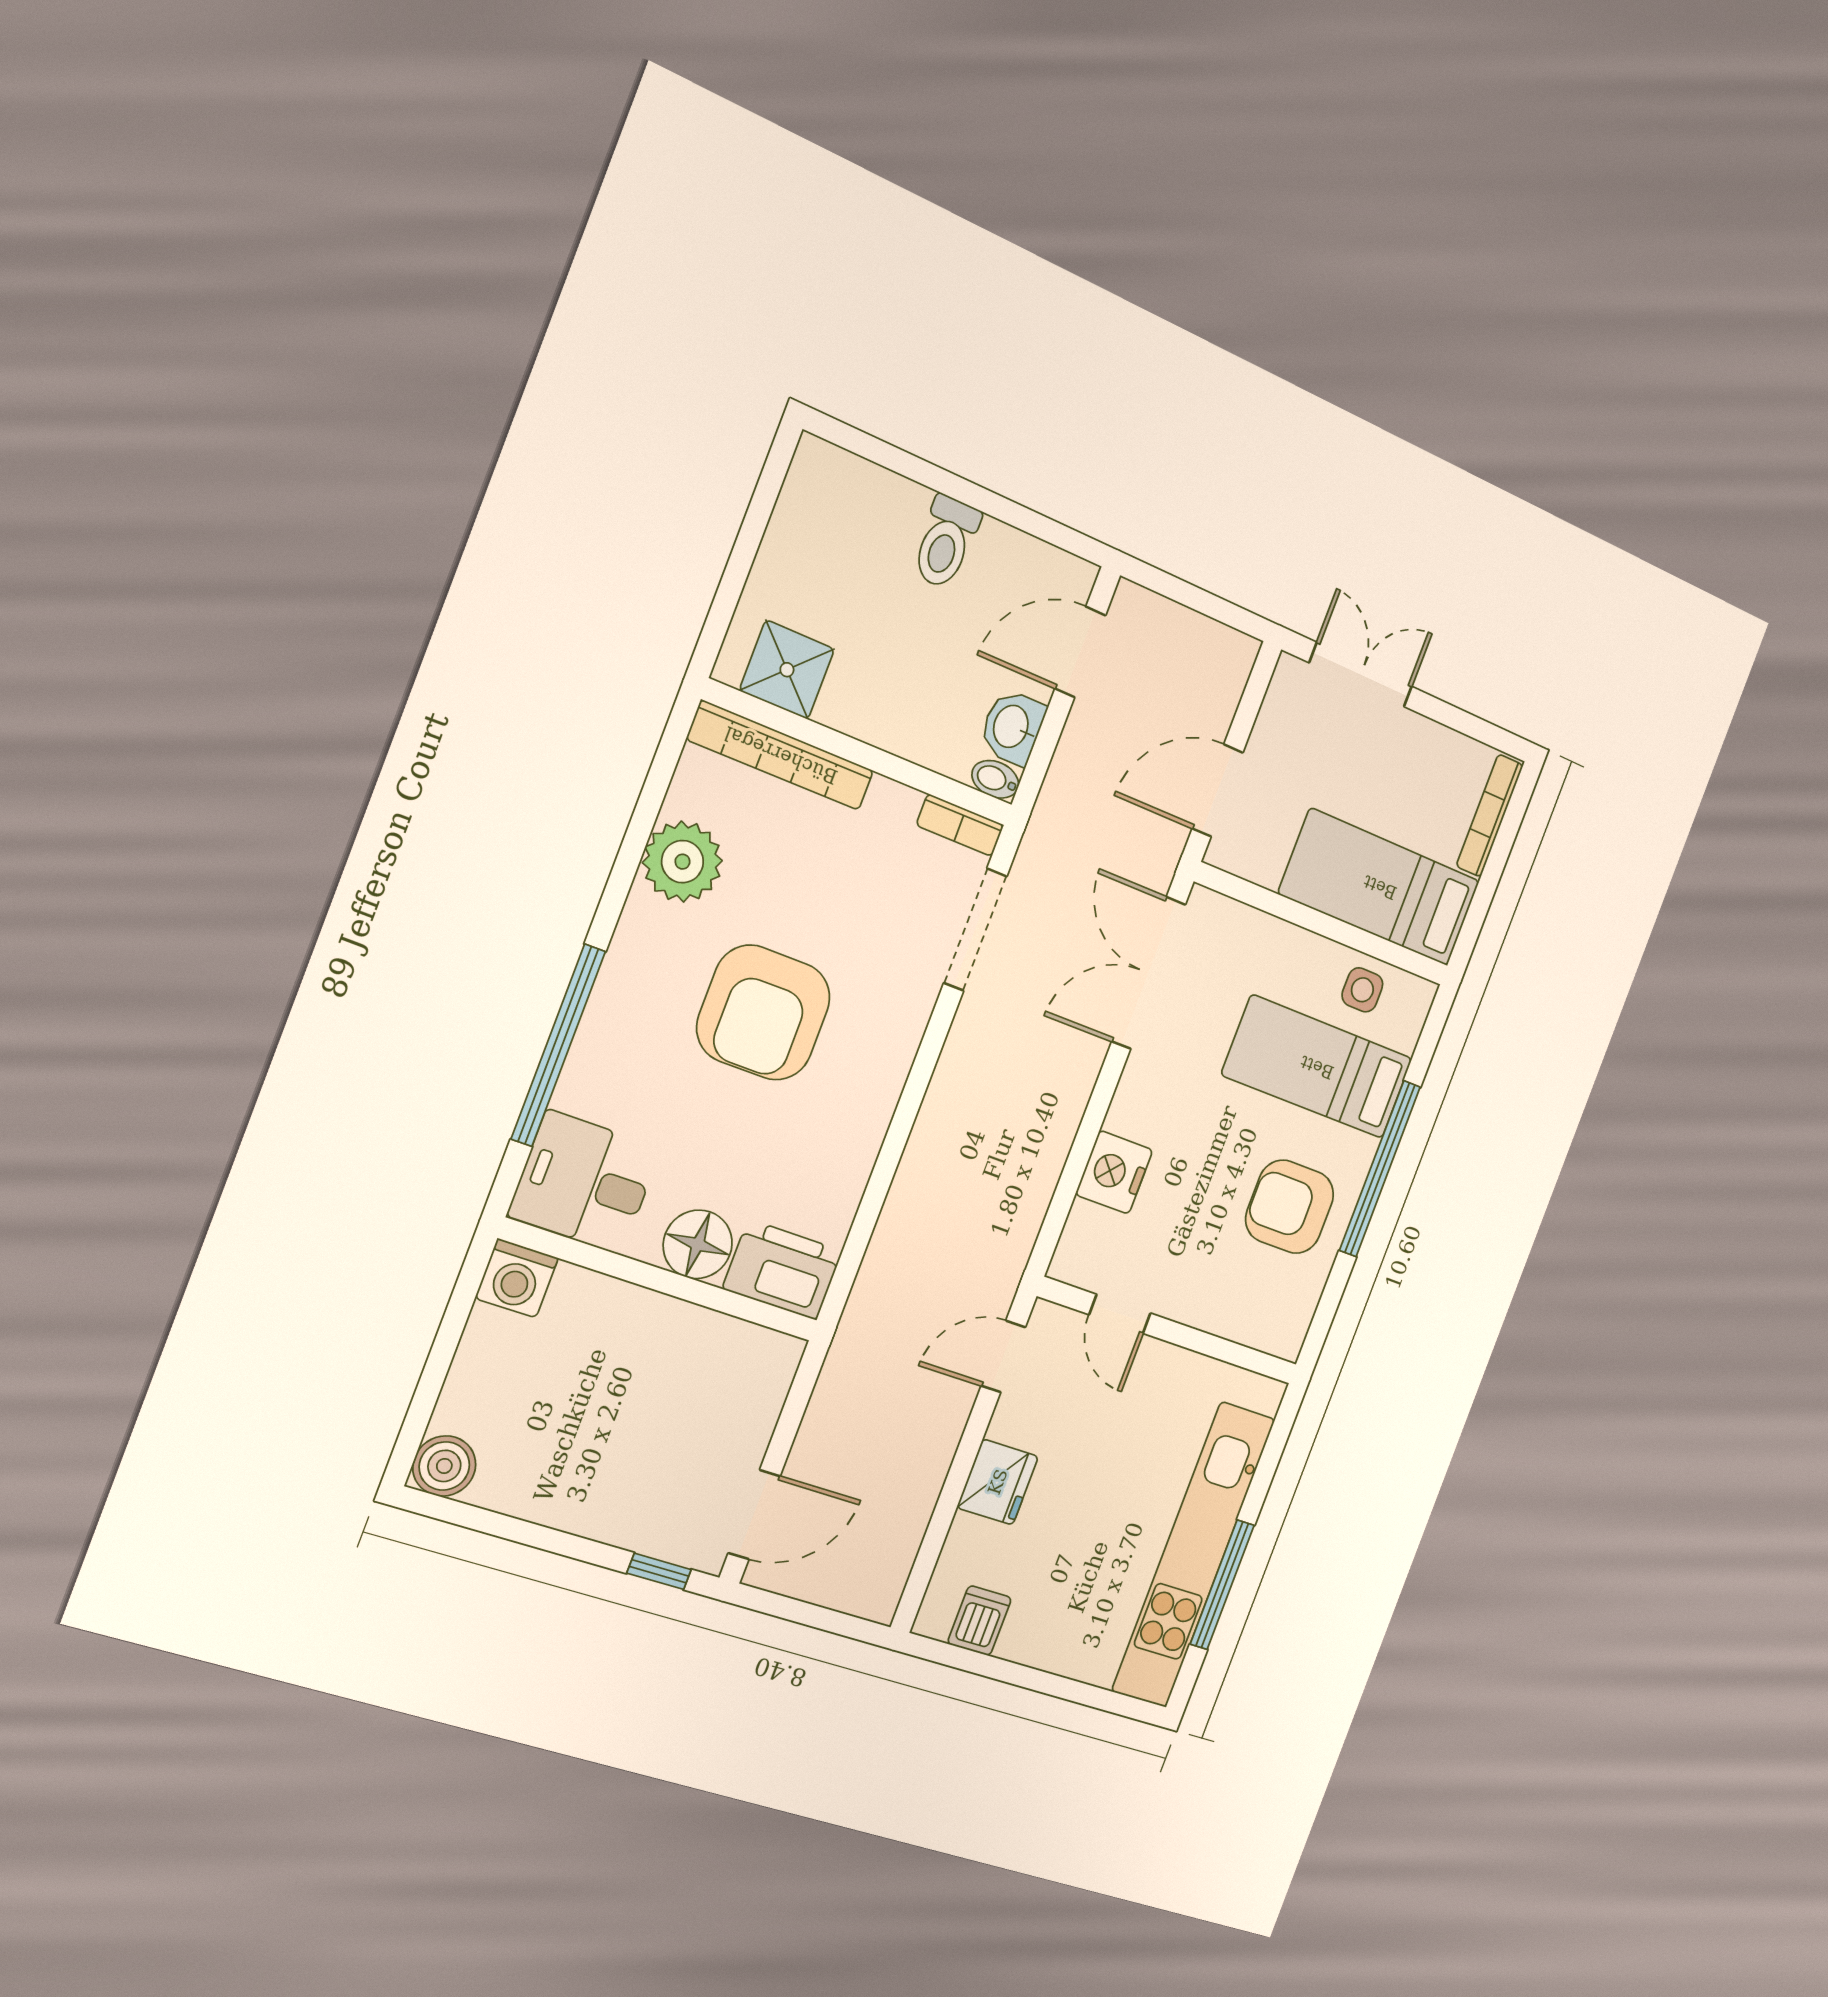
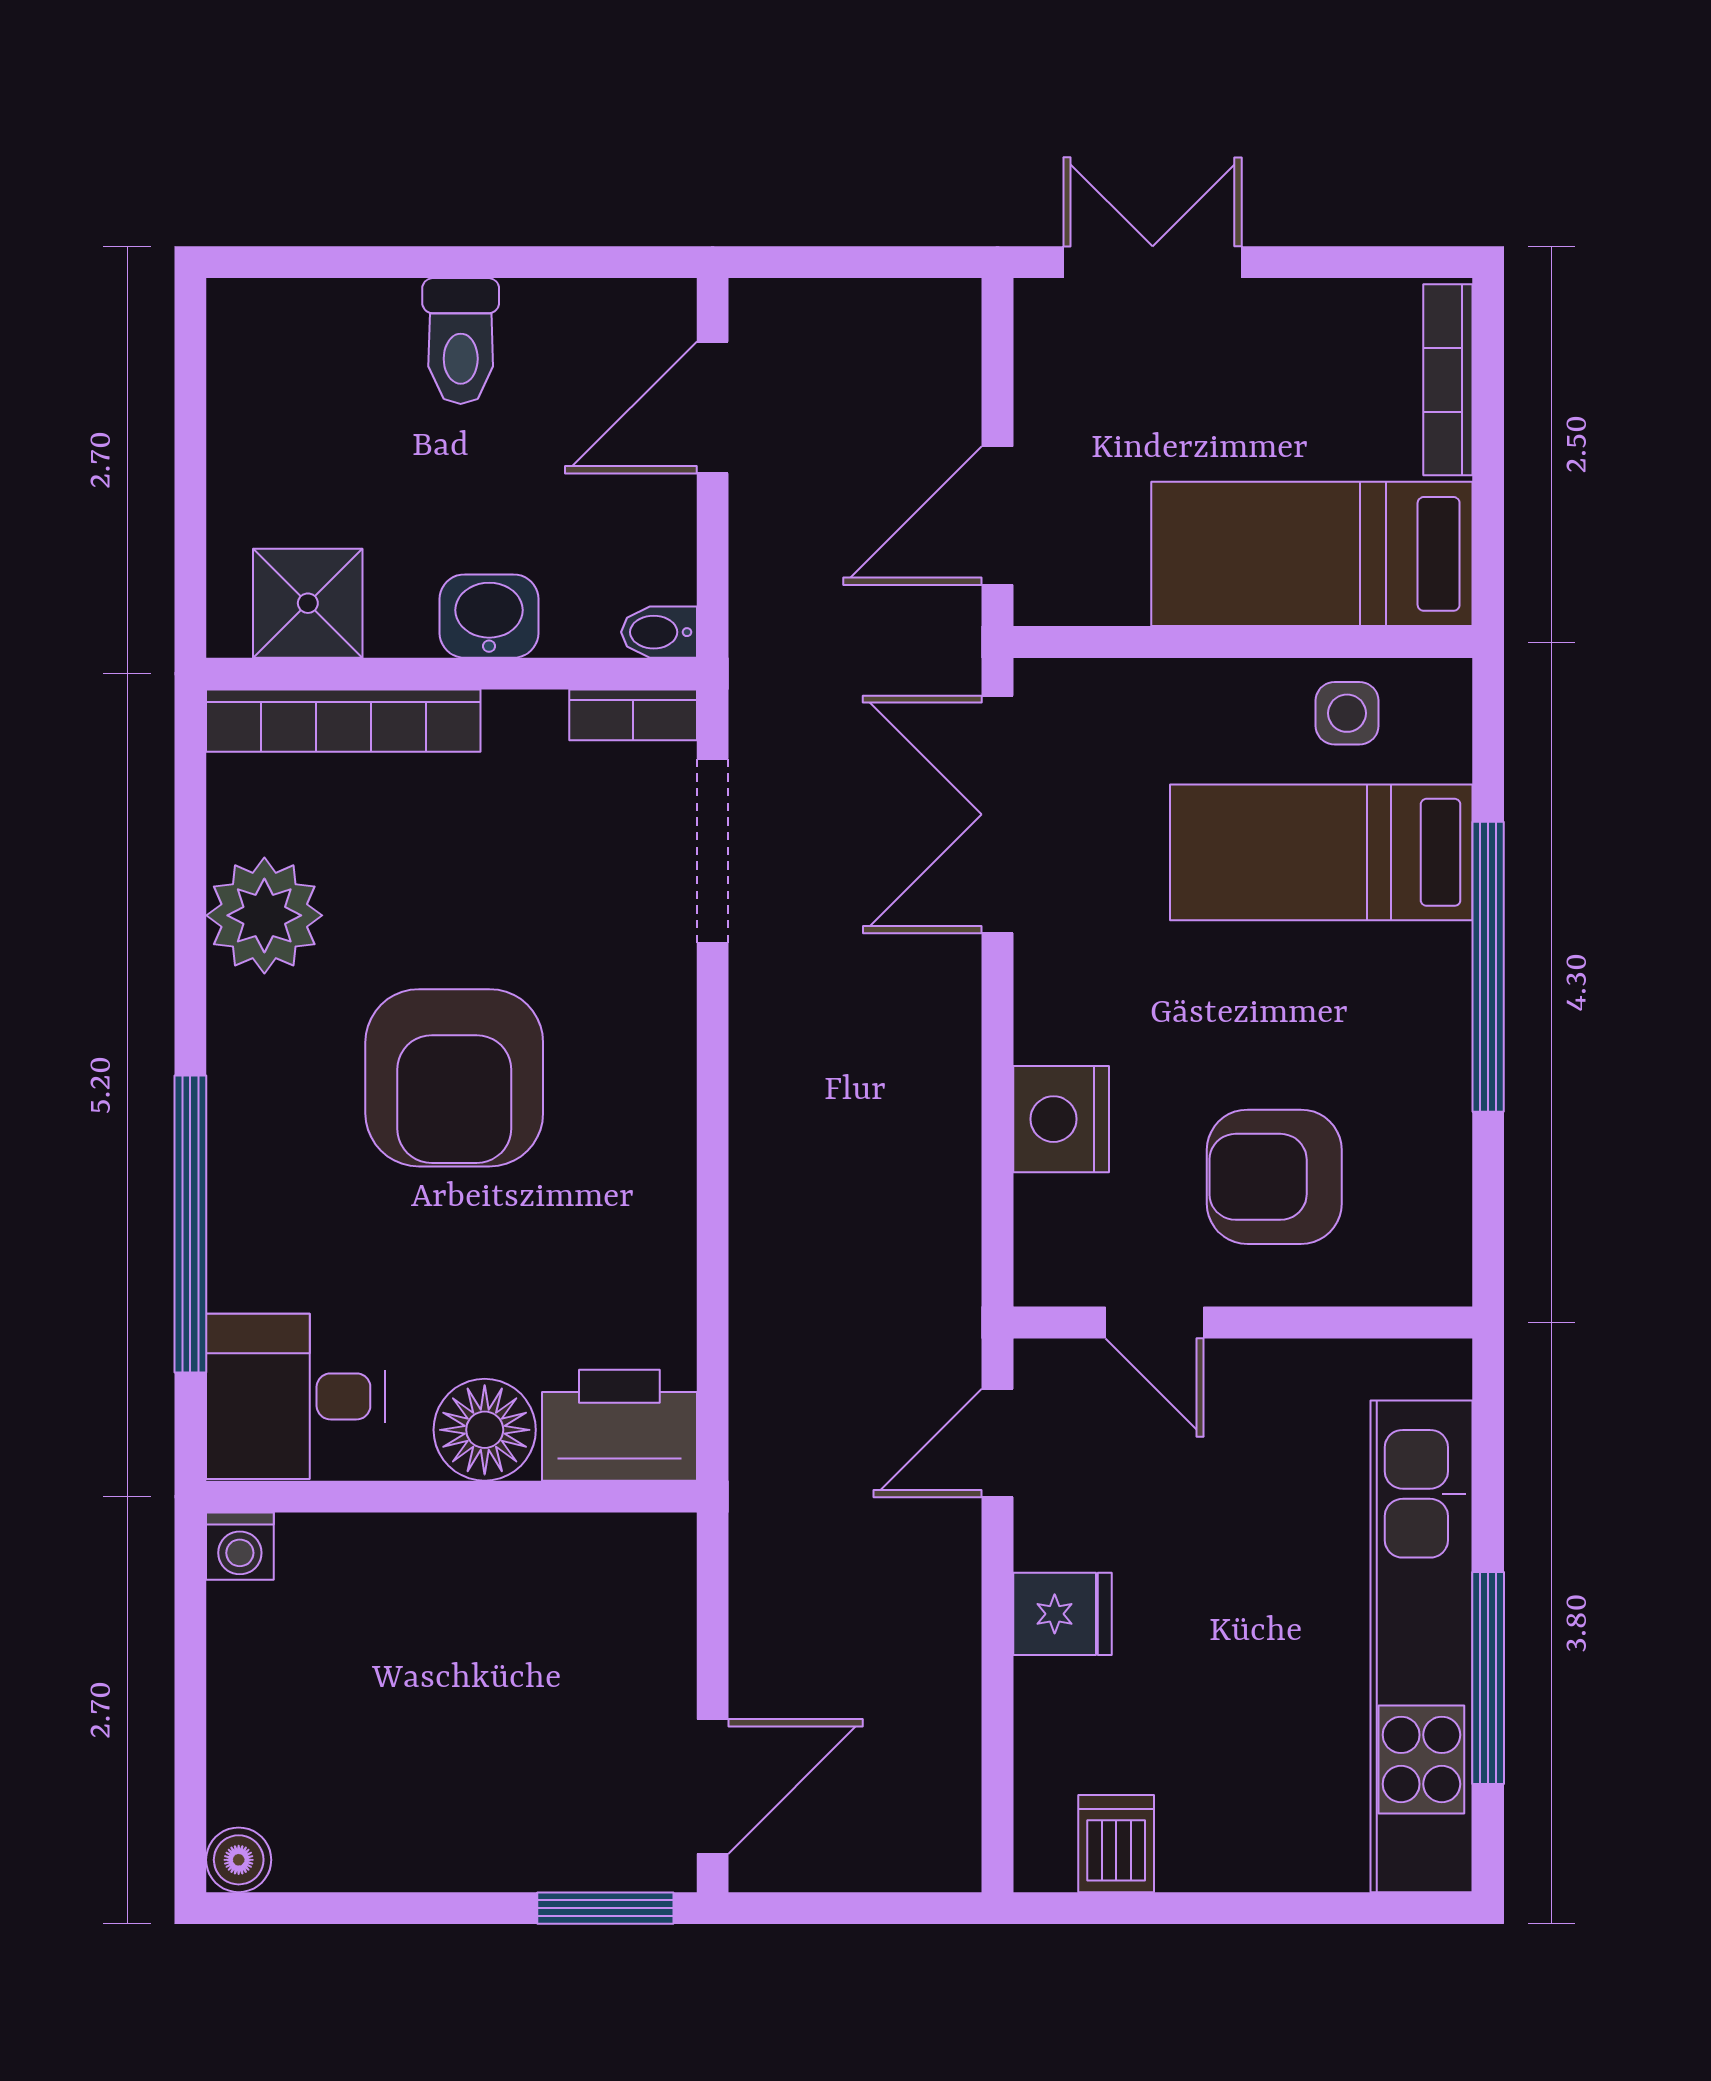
washbasin: (1012, 727) -> (489, 616), moved, turned 90
armchair: (1290, 1207) -> (1274, 1177), moved
washing machine: (517, 1278) -> (240, 1546), width x0.73, depth x0.73
boiler: (444, 1466) -> (239, 1860), width x0.73, depth x0.73
fridge: (998, 1482) -> (1062, 1614), width x0.72
window: (659, 1571) -> (605, 1908), width x1.50

